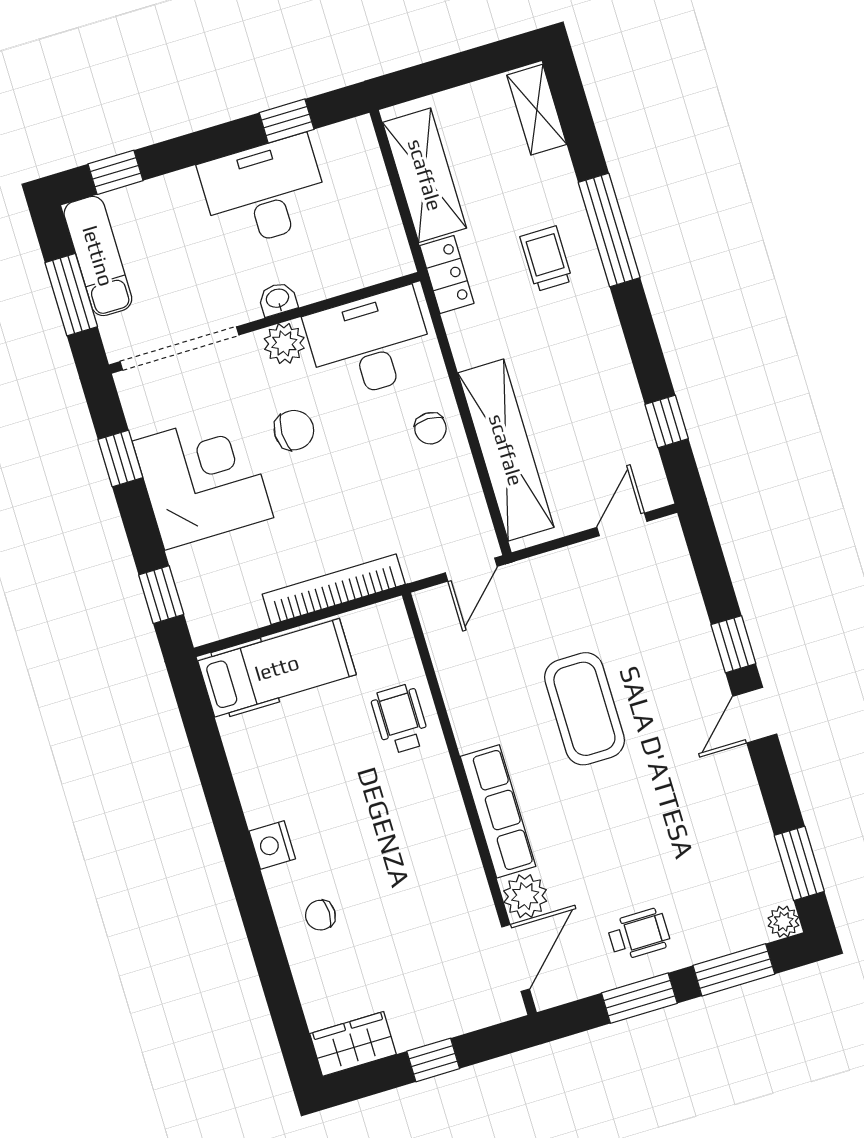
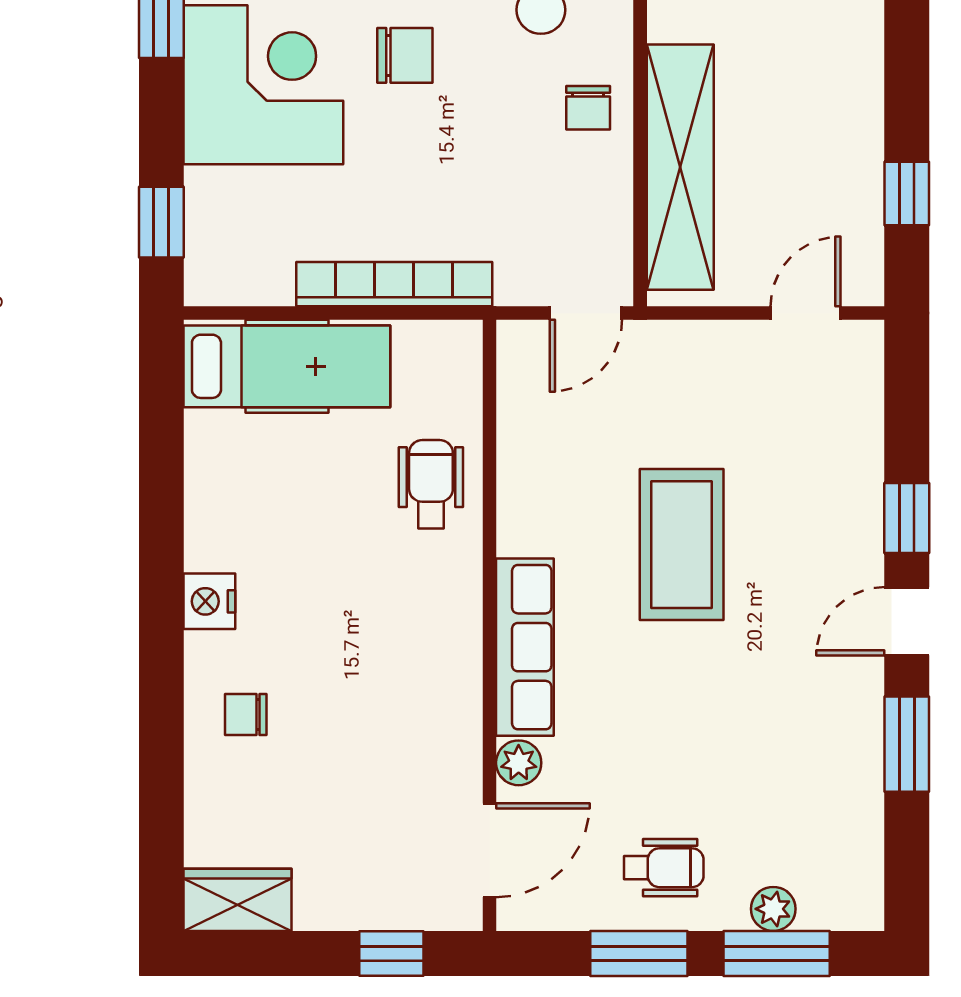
window: (799, 863) -> (907, 744), moved
plant: (525, 896) -> (519, 763), width x0.73, depth x0.73
plant: (783, 922) -> (773, 909), moved
window: (433, 1060) -> (391, 953), moved

